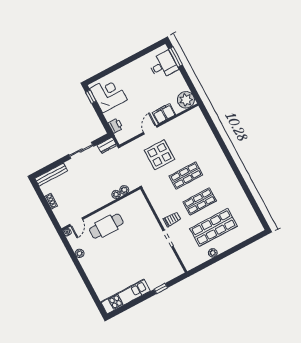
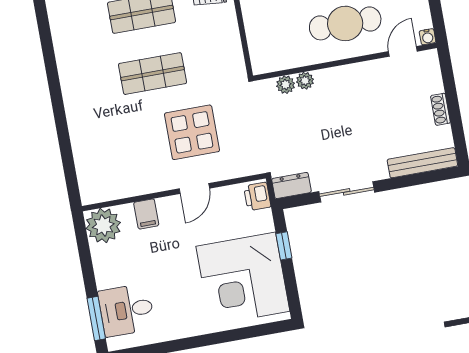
corner desk: (108, 94) -> (243, 279), width x1.36, depth x1.36
window: (91, 97) -> (284, 246), moved
filing cabinet: (164, 114) -> (146, 214), width x0.50
printer: (116, 126) -> (257, 196), moved

